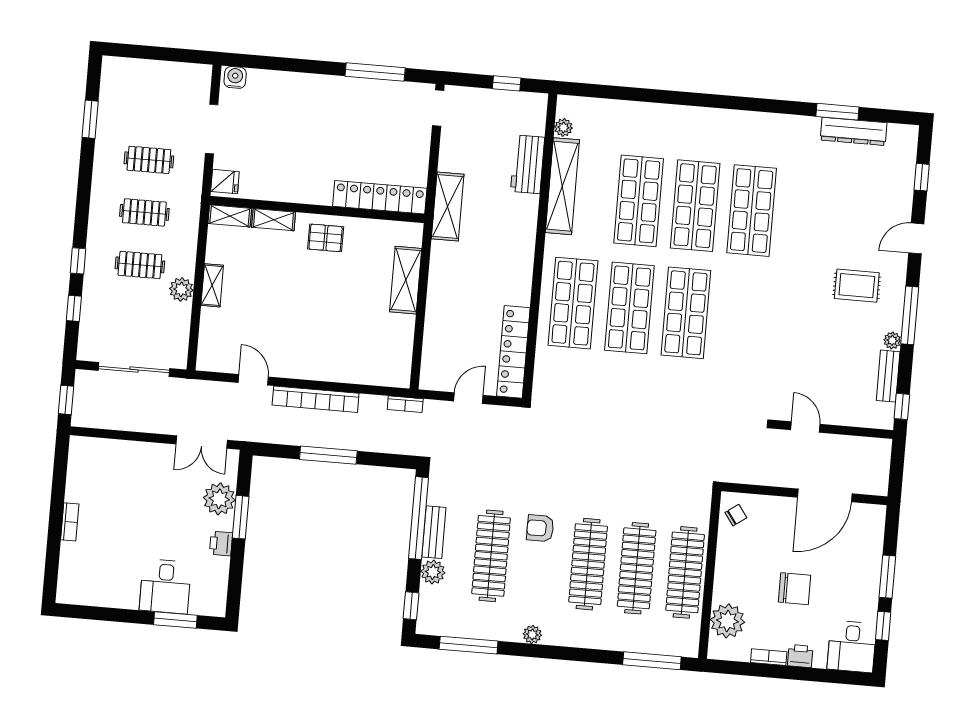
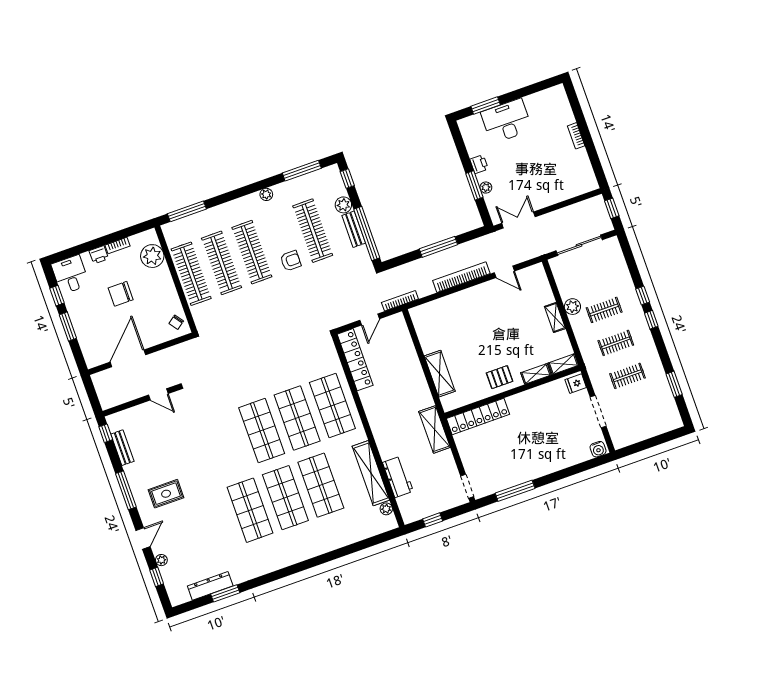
window: (74, 308) -> (651, 320), moved
plant: (892, 340) -> (161, 560), moved
bookcase: (405, 404) -> (400, 301), width x1.56
plant: (219, 499) -> (486, 188), width x0.53, depth x0.53
desk: (165, 586) -> (506, 121), width x1.37

